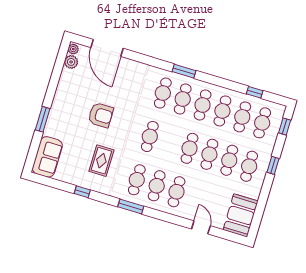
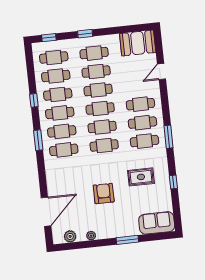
plant: (73, 49) -> (91, 236), moved
window: (255, 92) -> (34, 100), moved
cafe table: (170, 142) -> (102, 127), added

